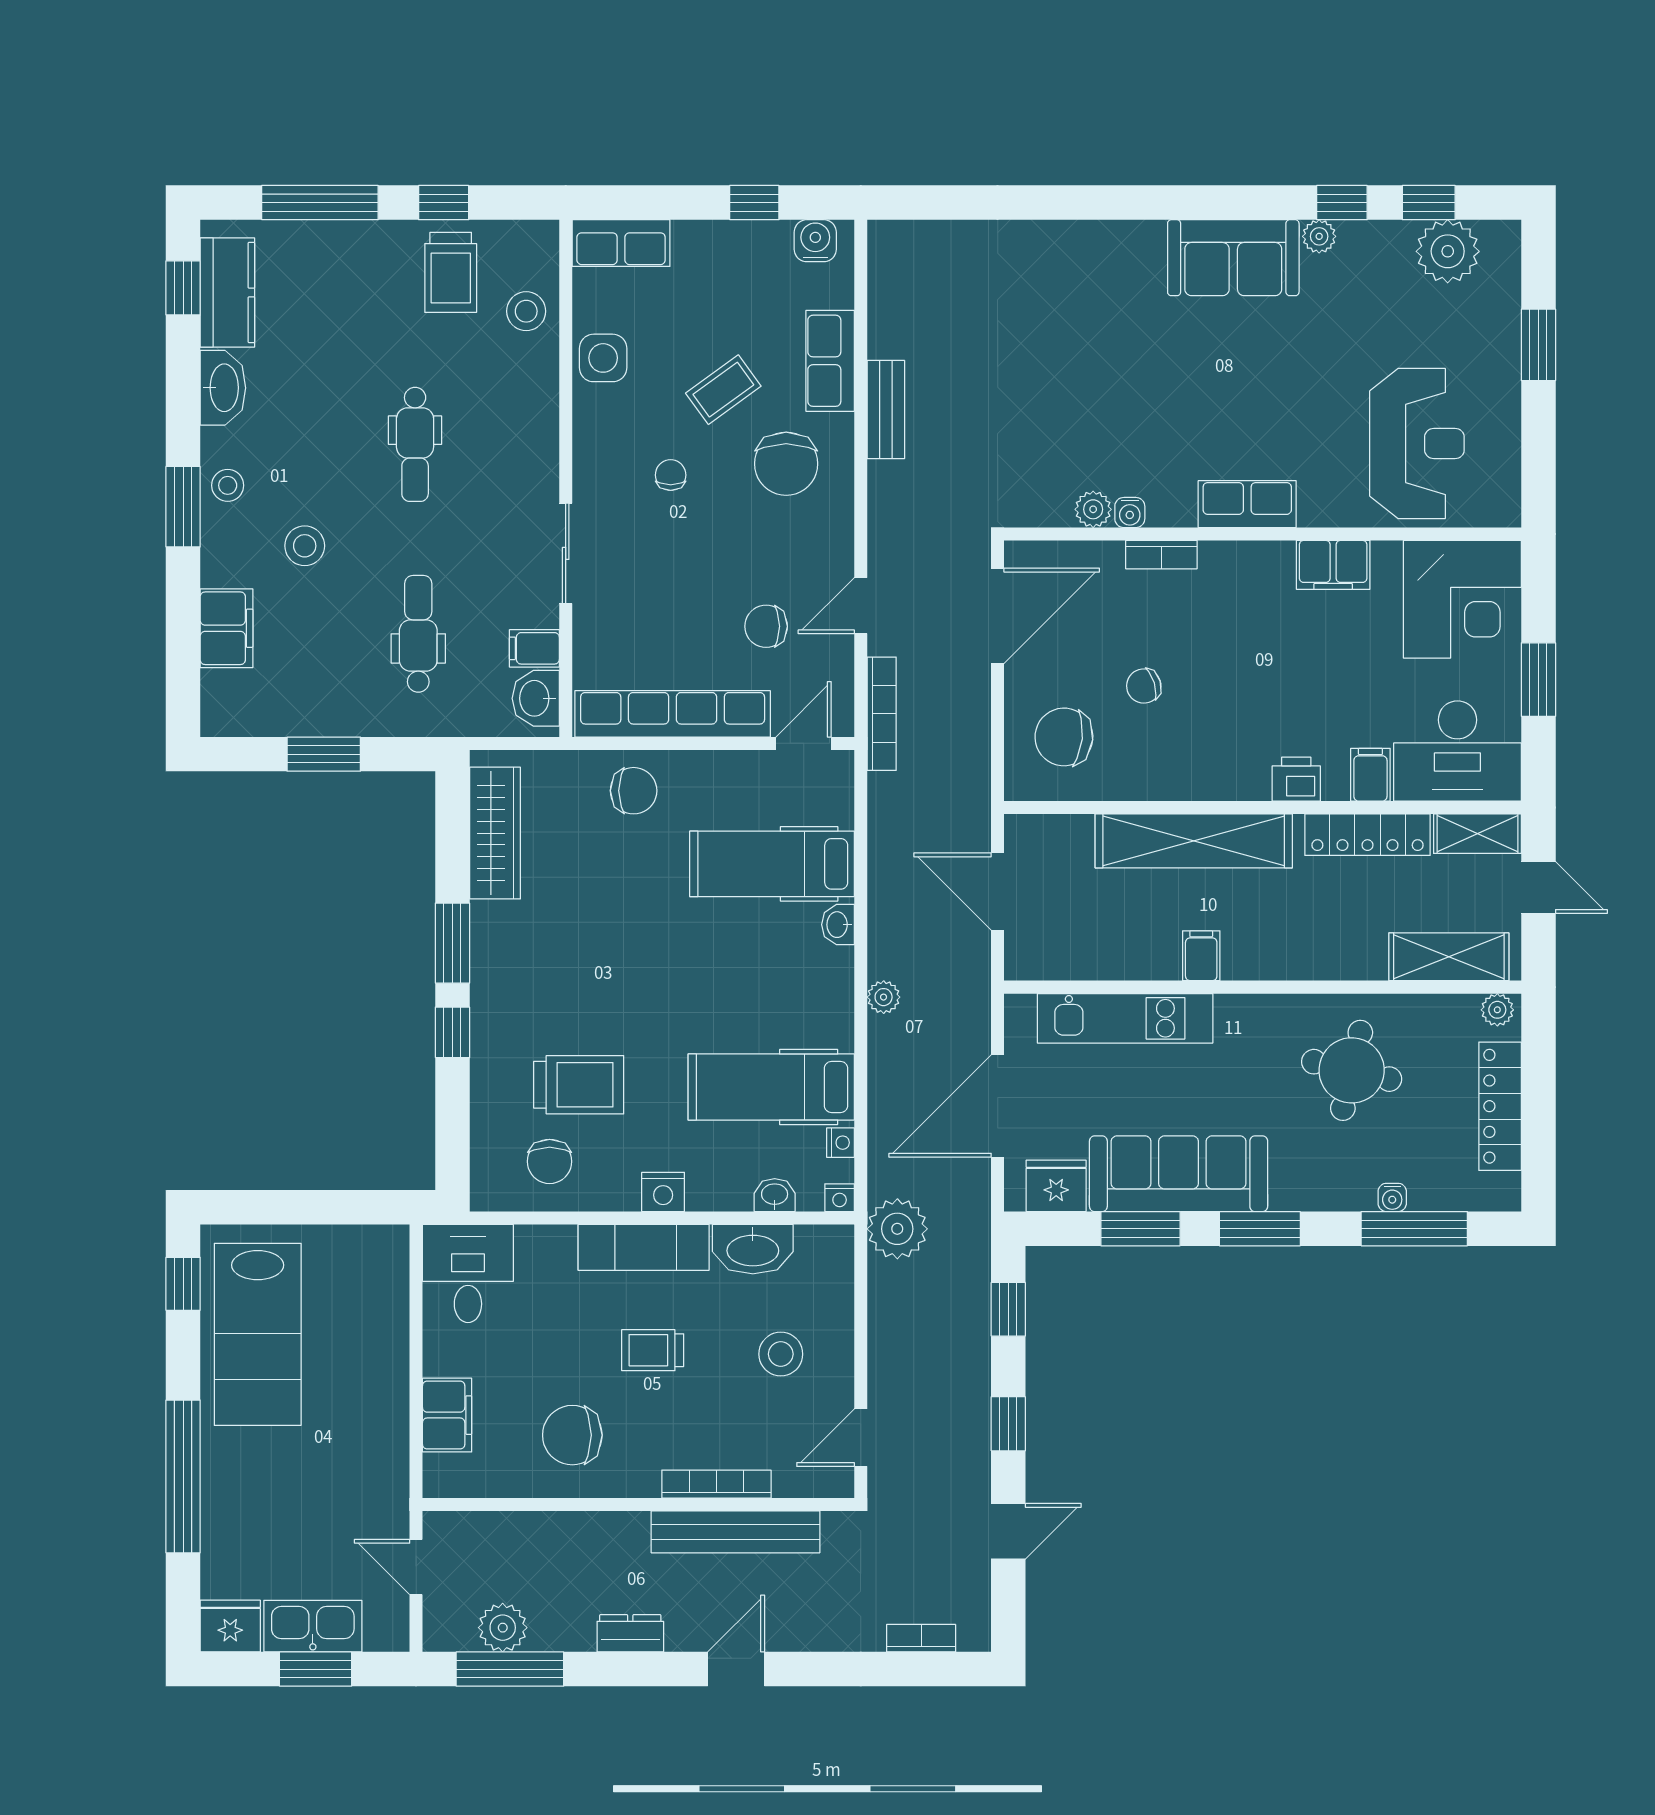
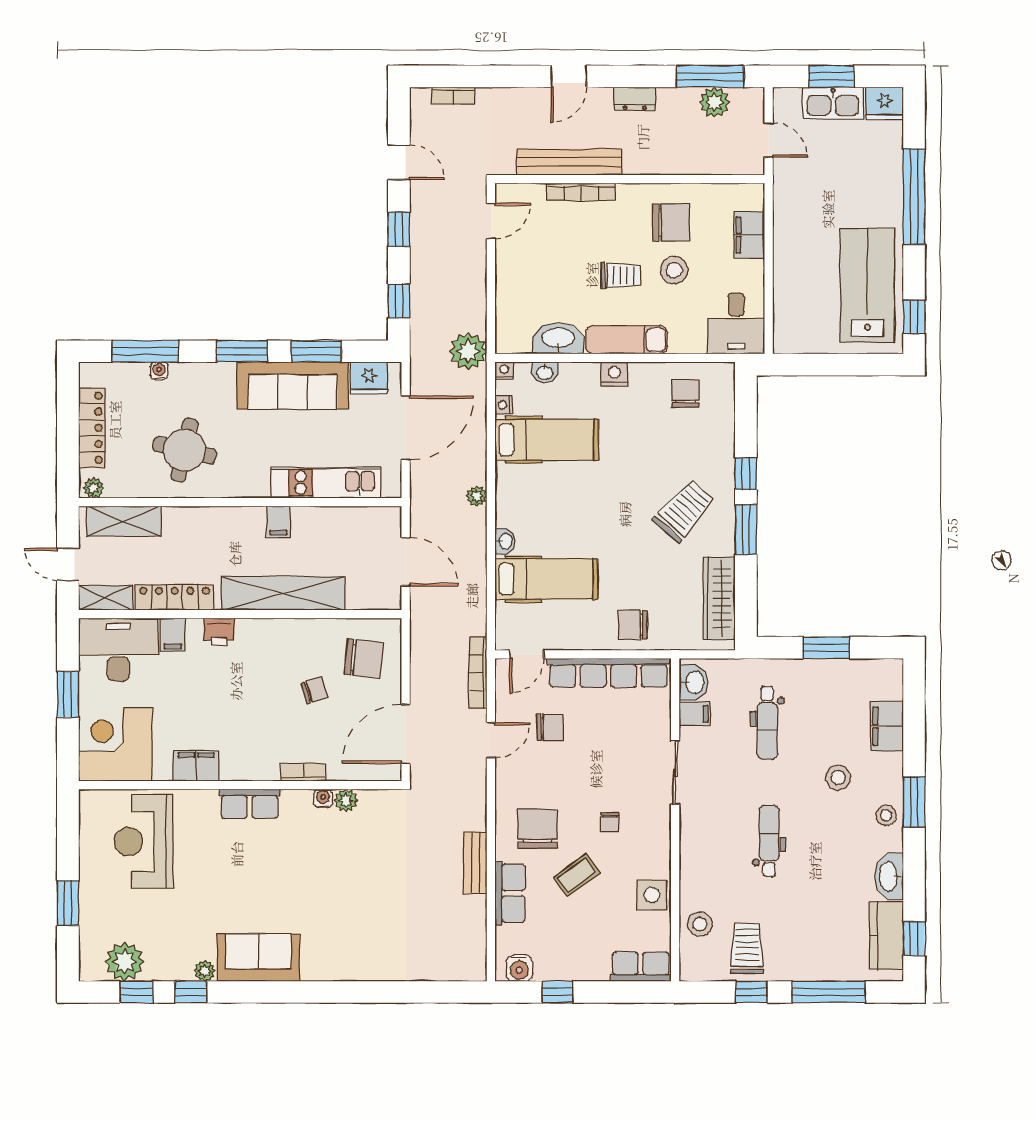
trolley: (579, 1085) -> (684, 510), moved, turned 132
stool: (781, 1354) -> (674, 270), moved
door: (1008, 1531) -> (399, 162), swing flipped

